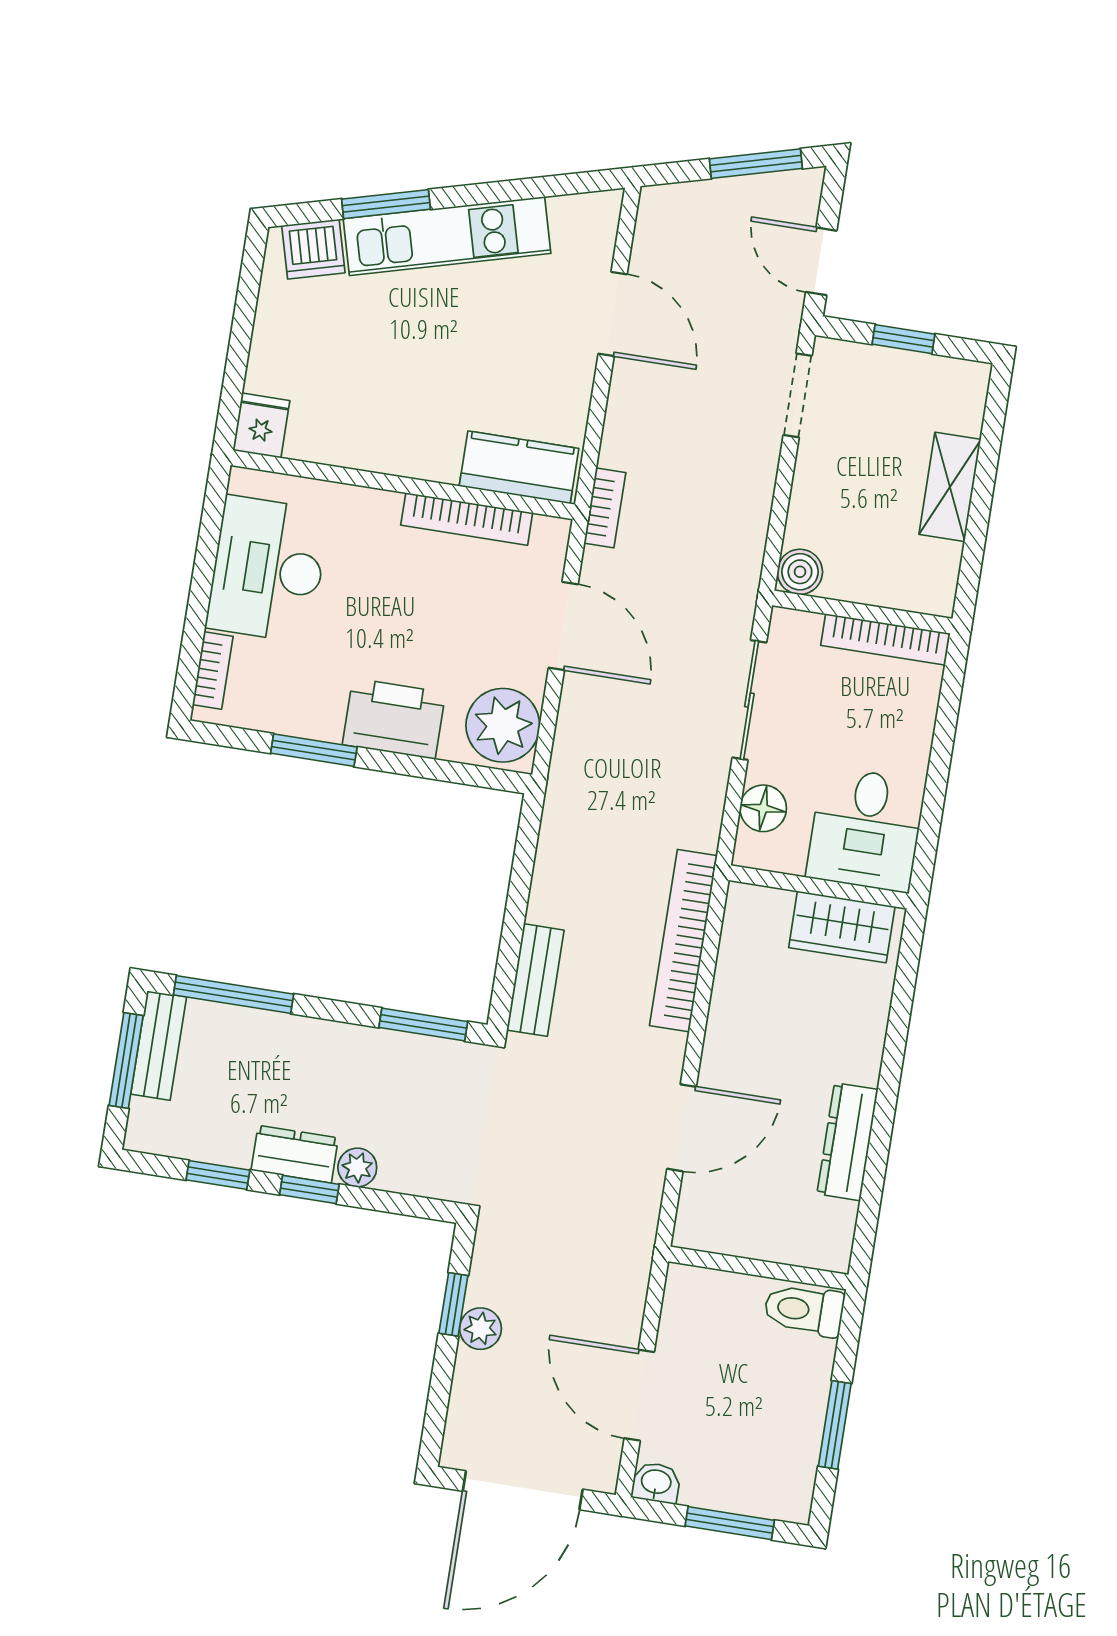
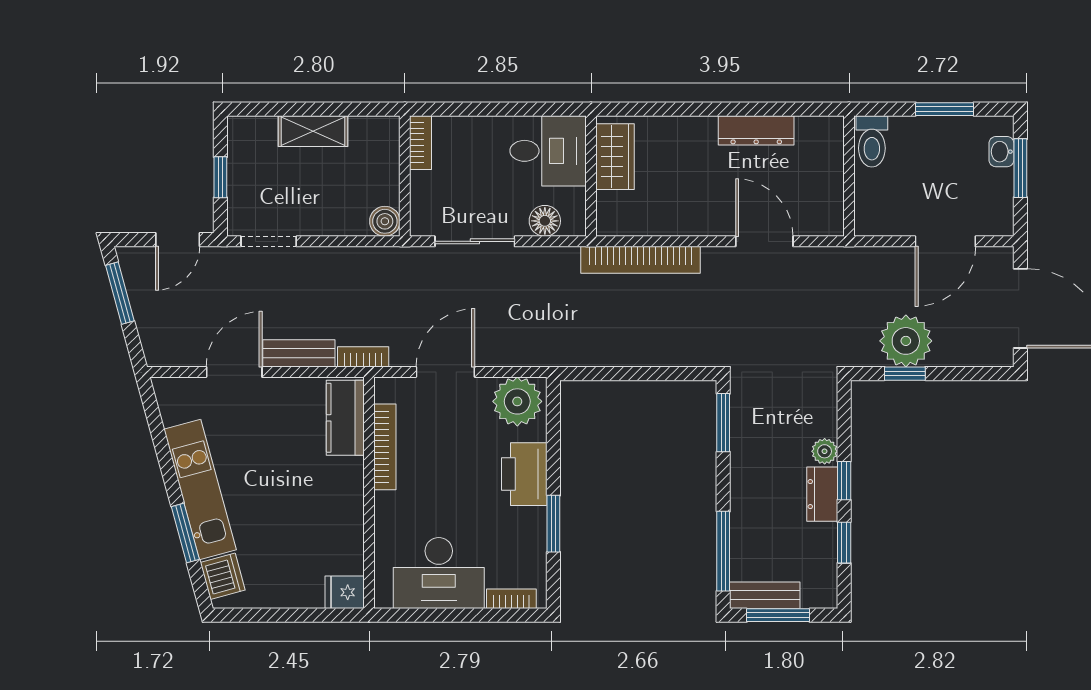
bookcase: (885, 639) -> (421, 143), width x0.64
bench: (535, 980) -> (299, 353), moved
plant: (480, 1329) -> (906, 341), width x1.87, depth x1.87
washbasin: (656, 1483) -> (1001, 152), moved

